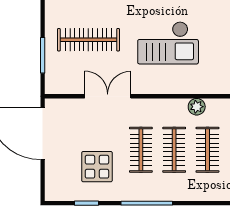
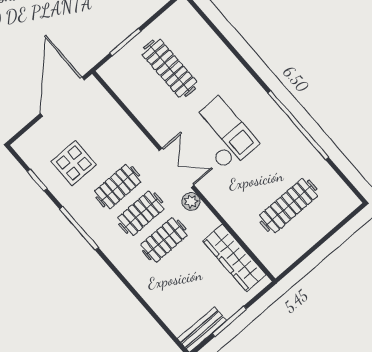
checkout: (168, 43) -> (222, 134), turned 180
double door: (108, 96) -> (176, 168), moved

